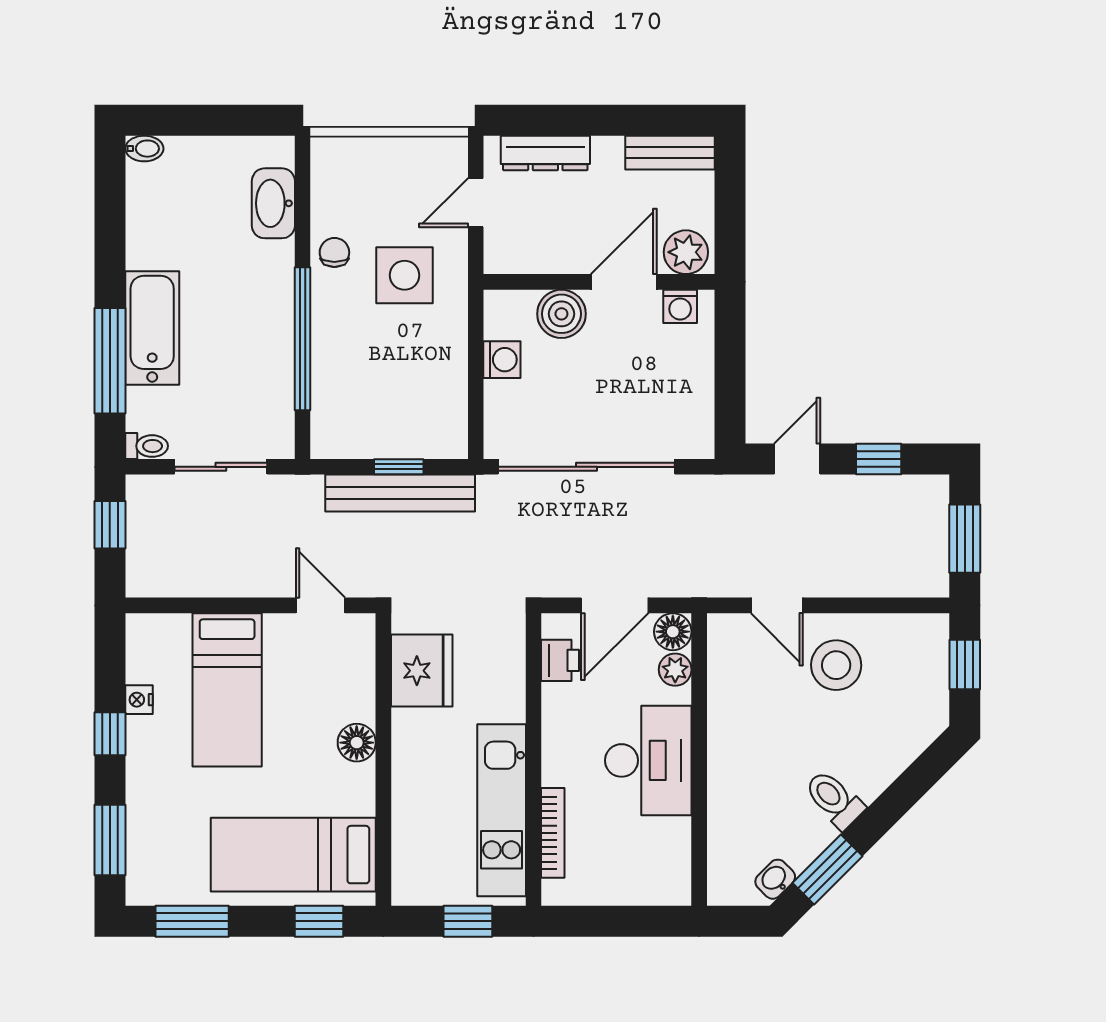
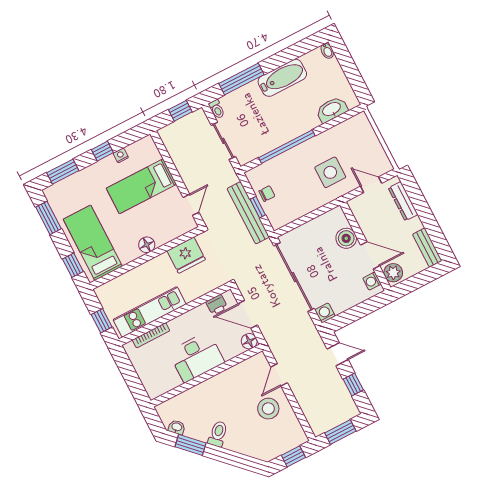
chair: (334, 252) -> (267, 194), moved
bathtub: (152, 328) -> (282, 78), moved
washing machine: (502, 360) -> (325, 313), moved, turned 180
plant: (675, 670) -> (236, 349), removed

